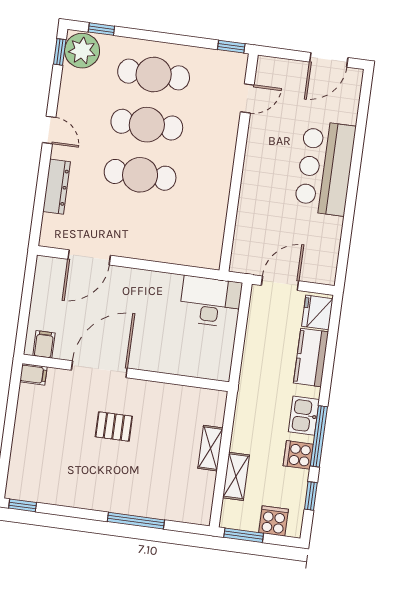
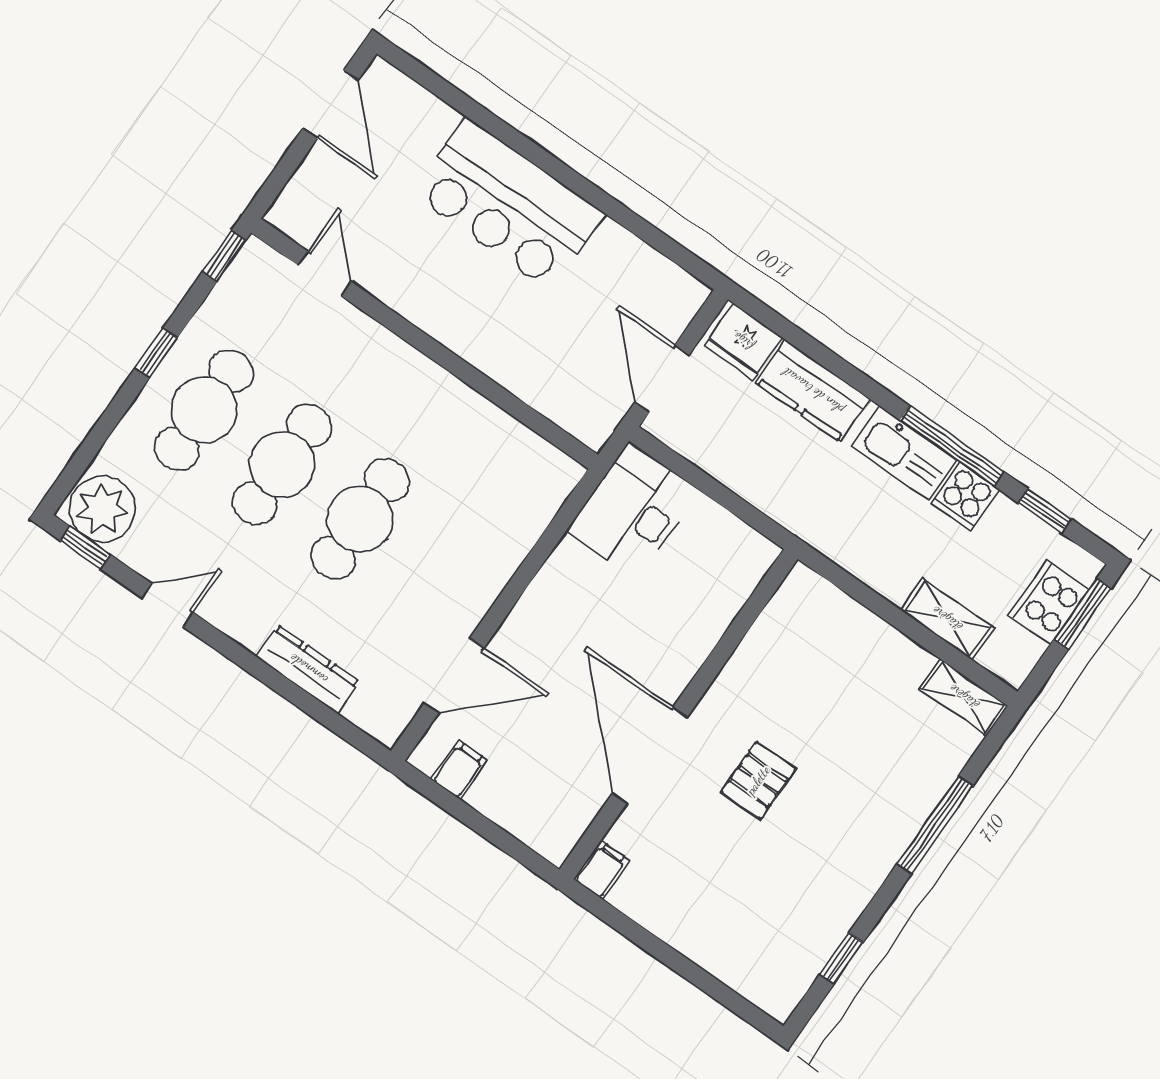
window: (101, 29) -> (157, 353), moved
door: (49, 130) -> (167, 605), moved
door: (89, 257) -> (454, 676), hinge flipped
filing cabinet: (44, 344) -> (459, 770), moved, turned 90
kitchen sink: (304, 416) -> (904, 453), width x1.38
shelving: (210, 448) -> (964, 697), moved
window: (23, 505) -> (841, 958), moved
cooker: (274, 521) -> (1049, 602), width x1.36
window: (244, 535) -> (1083, 614), moved

